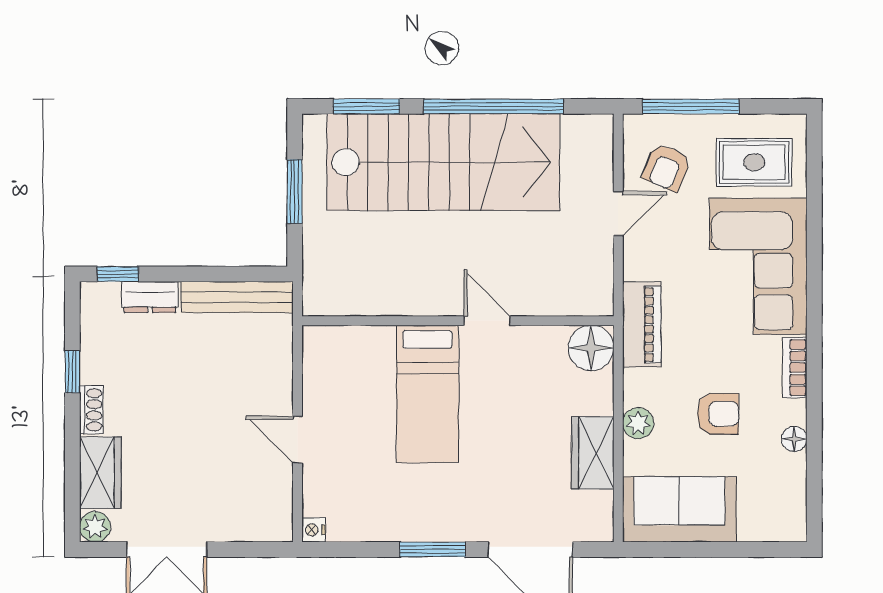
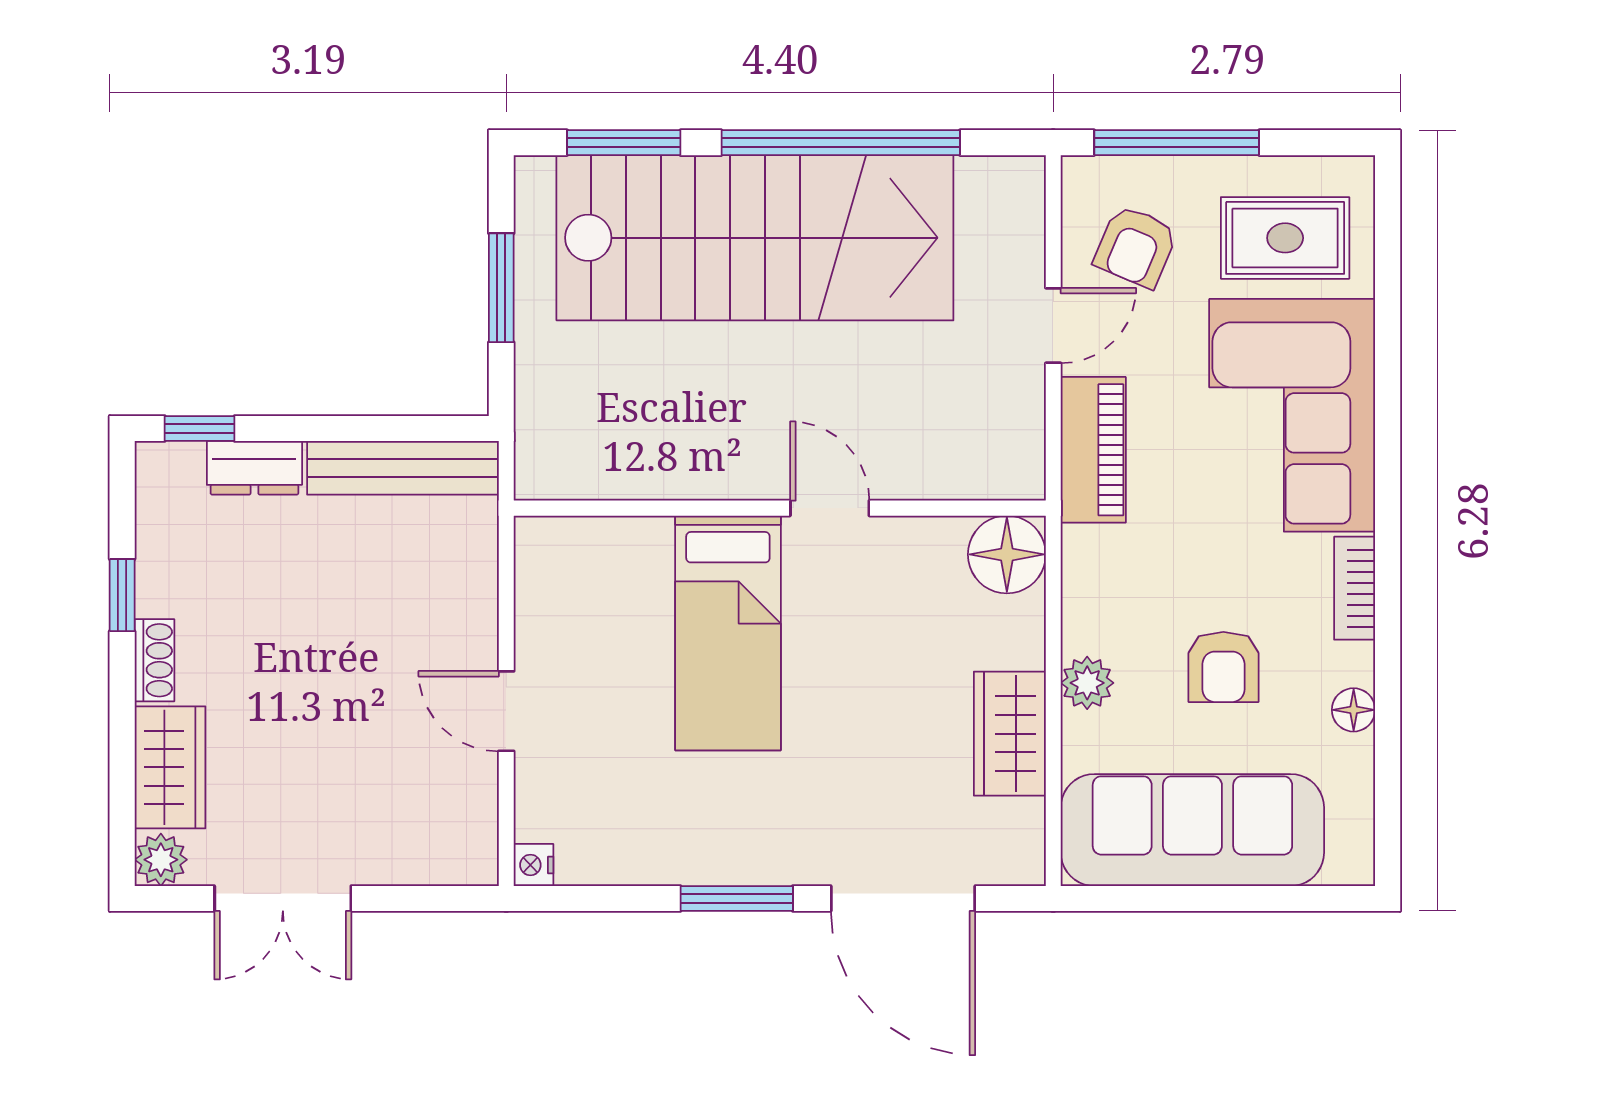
piano: (642, 324) -> (1093, 450), moved
armchair: (718, 414) -> (1223, 667), turned 90
sofa: (679, 509) -> (1192, 830), width x1.36

